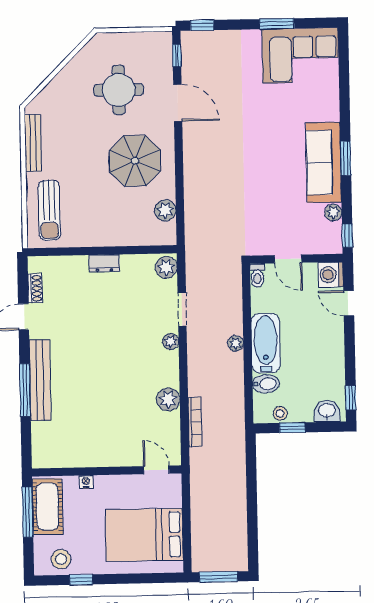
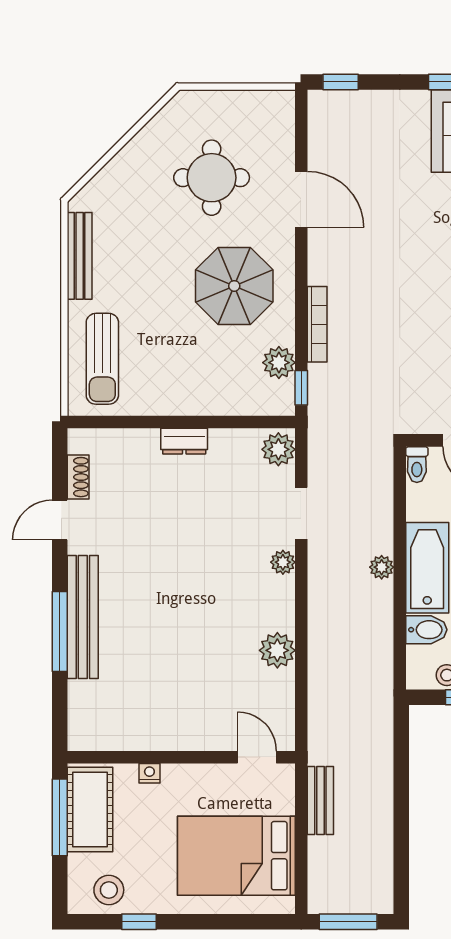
window: (177, 55) -> (301, 388), moved
bookcase: (195, 422) -> (317, 324), moved
bench: (199, 497) -> (320, 800), added

